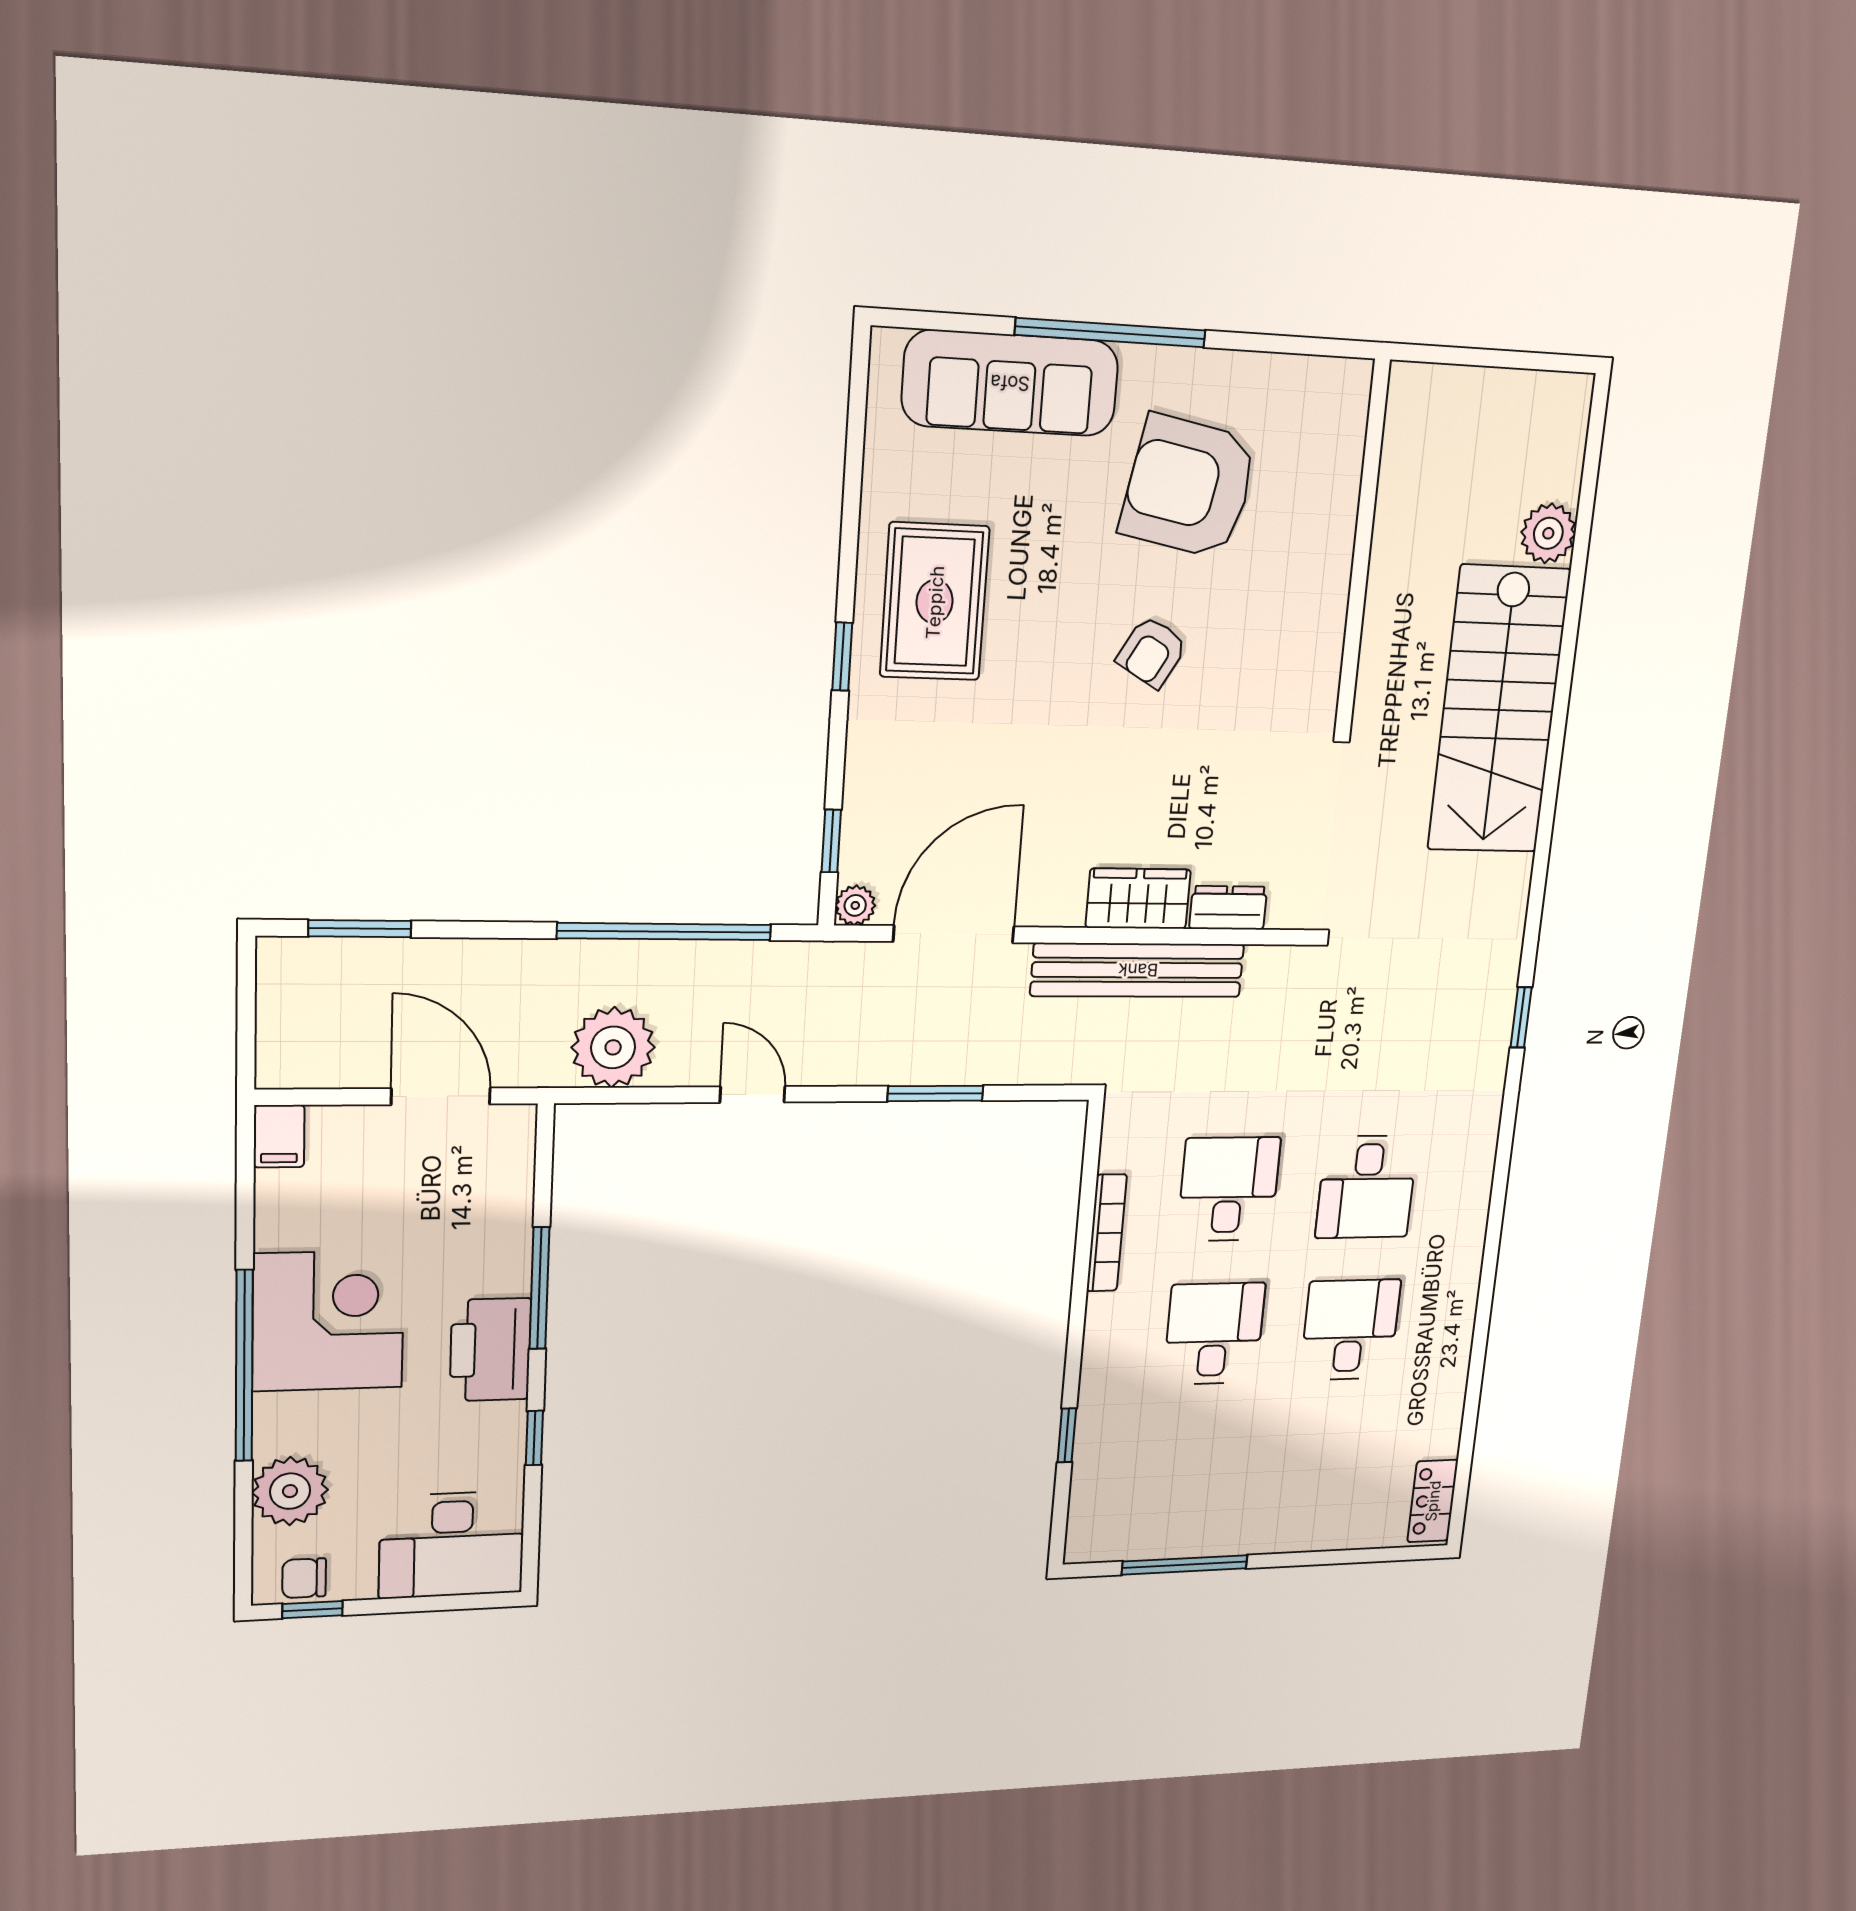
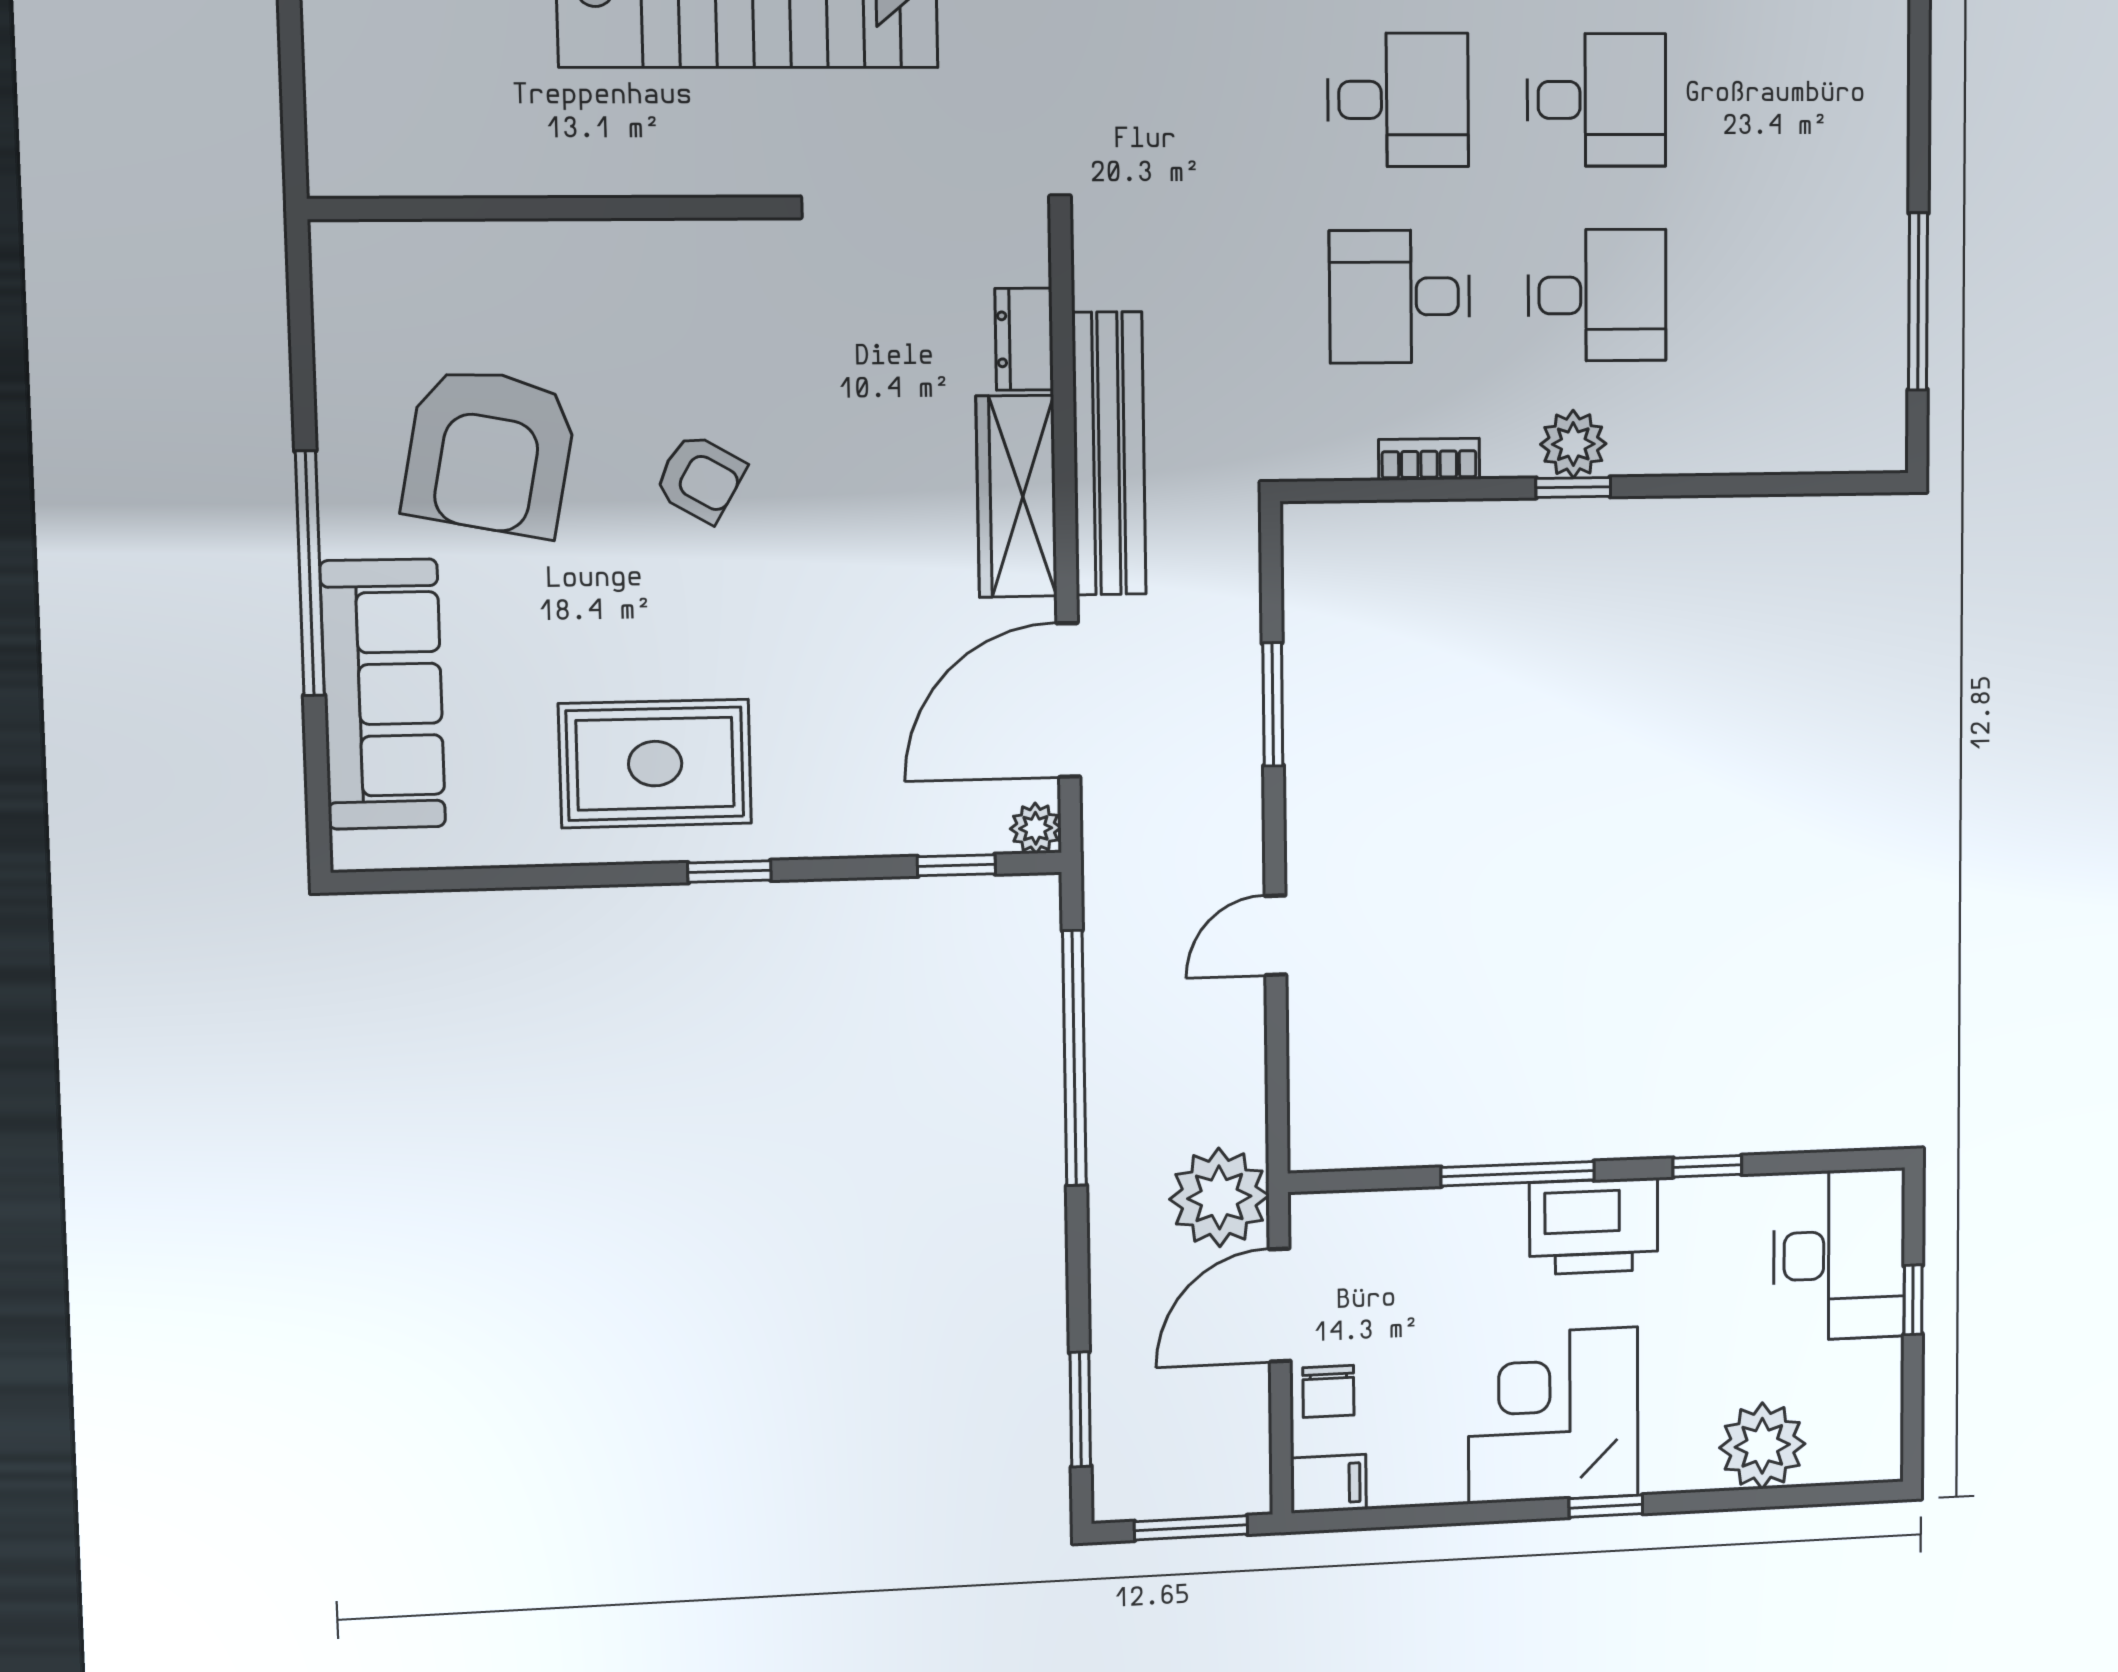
wardrobe: (1138, 899) -> (1017, 496), width x1.50
door: (954, 934) -> (1068, 700), hinge flipped
window: (246, 1020) -> (1191, 1528), added
plant: (613, 1047) -> (1219, 1197), moved
bookcase: (1107, 1233) -> (1429, 459), width x0.64
plant: (1109, 1319) -> (1573, 444), added
desk: (1350, 1330) -> (1596, 100), turned 180
desk: (1214, 1334) -> (1597, 295), turned 180
window: (244, 1366) -> (1606, 1506), width x0.32
window: (1067, 1435) -> (1573, 487), moved
chair: (304, 1578) -> (1328, 1391), moved
window: (312, 1610) -> (1913, 1300), moved

